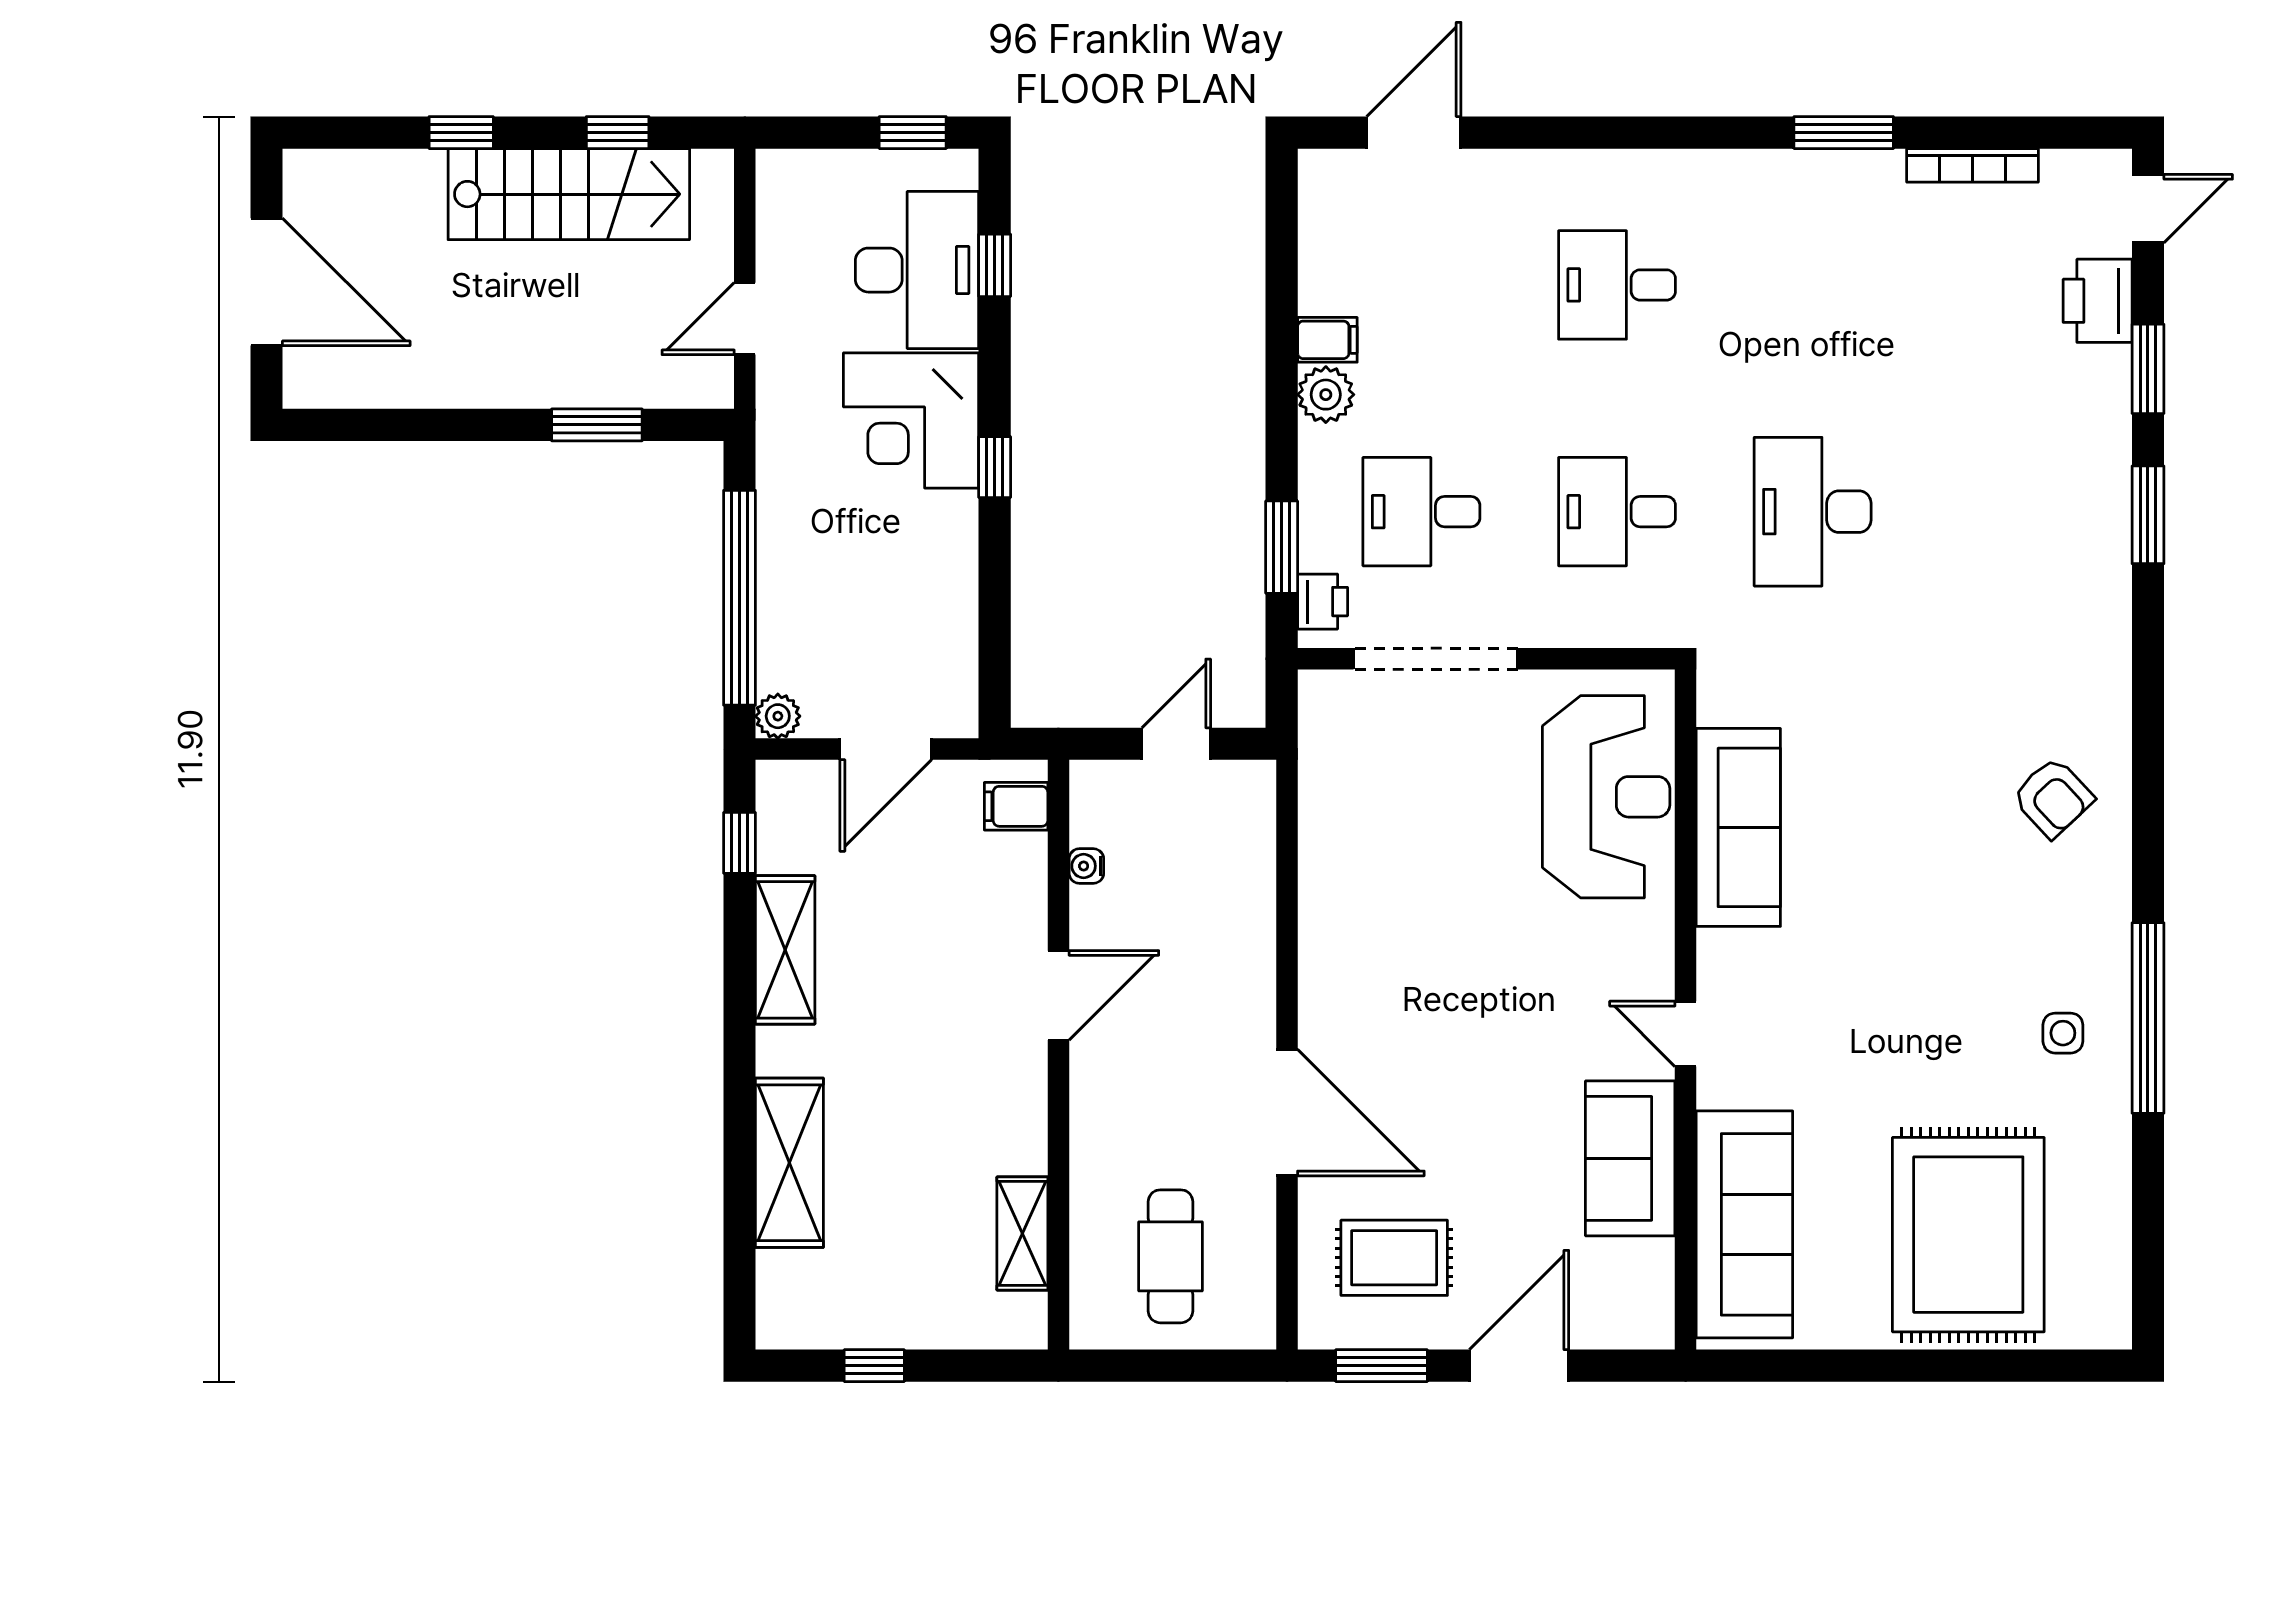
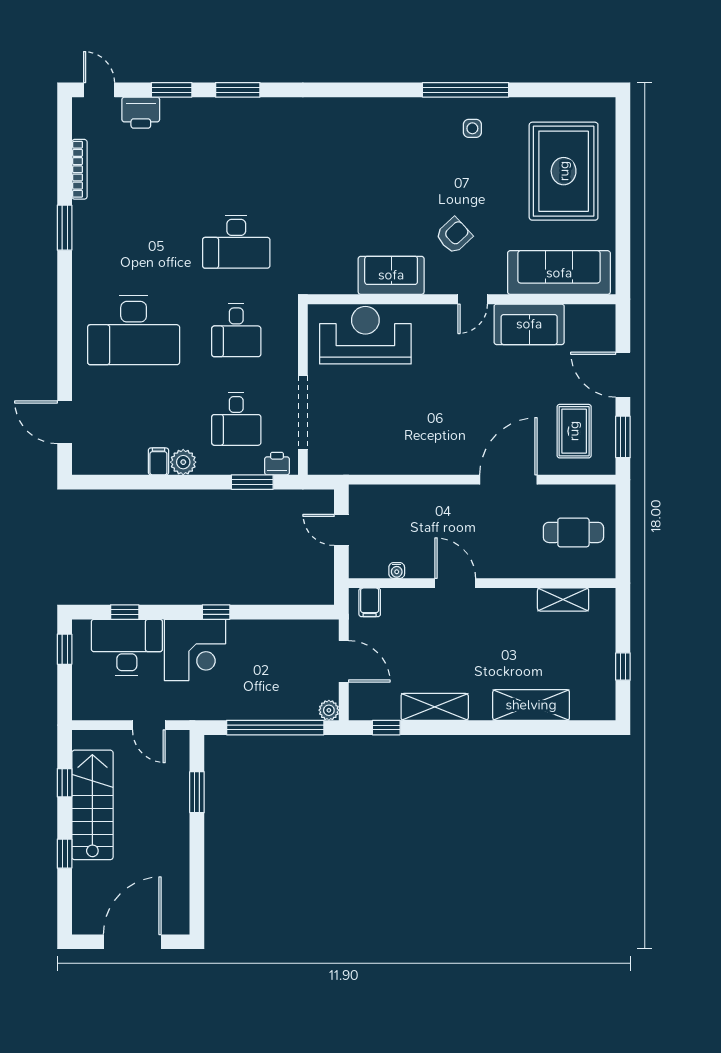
desk: (1617, 285) -> (134, 330), width x1.87, depth x1.30
armchair: (2053, 797) -> (454, 236), moved
sofa: (1738, 827) -> (391, 275), width x0.73
rug: (1968, 1235) -> (564, 171), turned 90

